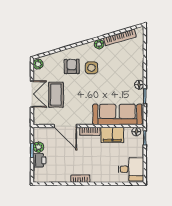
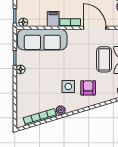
armchair: (72, 66) -> (88, 88), turned 180
filing cabinet: (112, 135) -> (53, 19), width x0.50

